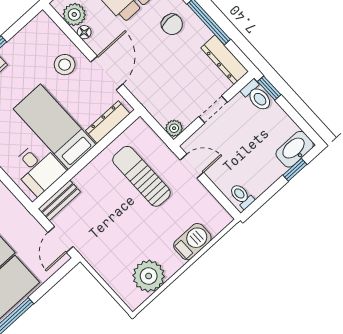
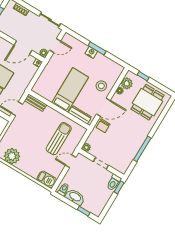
chair: (172, 24) -> (103, 126), moved
dresser: (225, 60) -> (126, 162), removed
washbasin: (295, 149) -> (75, 197), moved
door: (192, 166) -> (71, 161), swing flipped
desk: (38, 168) -> (48, 88), removed
barbecue: (192, 242) -> (47, 179), moved

